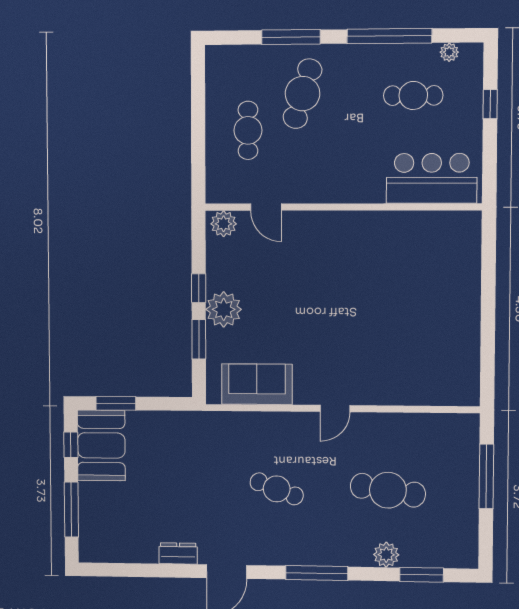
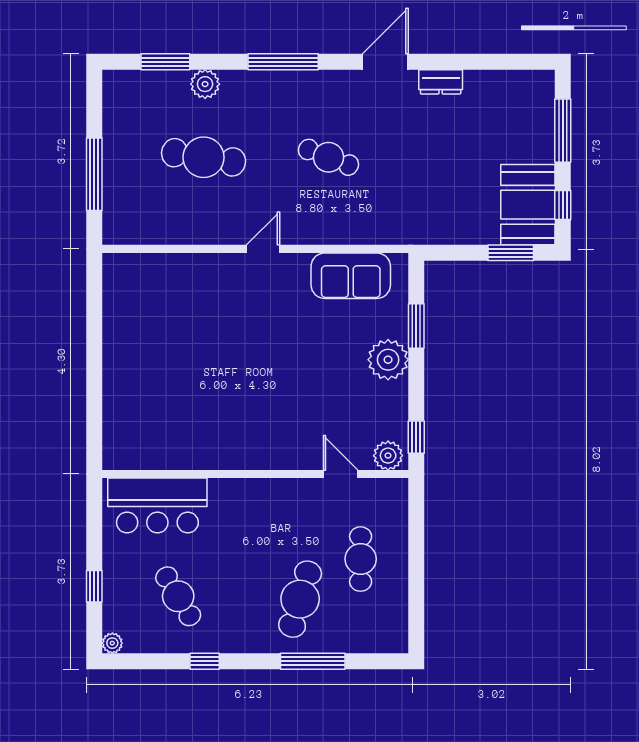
window: (389, 36) -> (205, 661), width x0.32
plant: (449, 52) -> (112, 643), moved
cafe table: (413, 95) -> (178, 596), turned 59
window: (199, 288) -> (416, 437), moved

